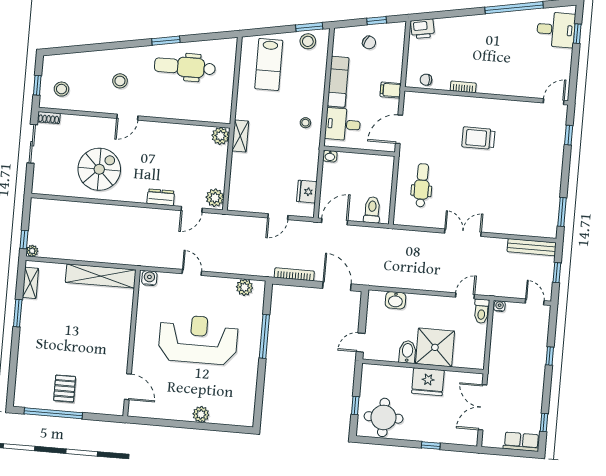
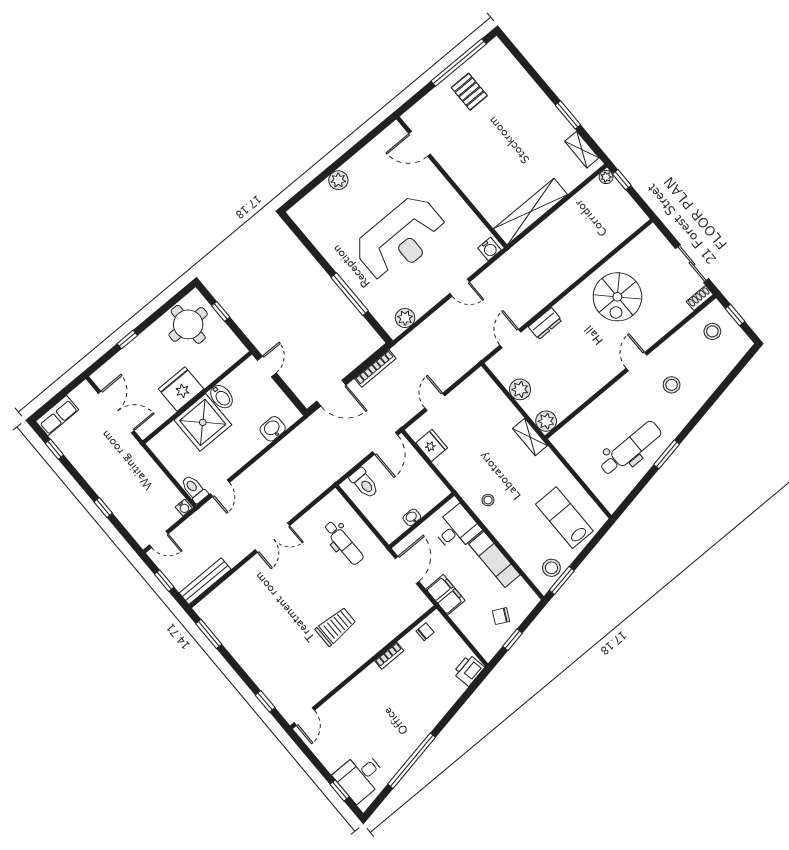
filing cabinet: (391, 90) -> (445, 595), width x2.00
washbasin: (330, 156) -> (412, 517), moved
plant: (215, 198) -> (520, 389), moved

